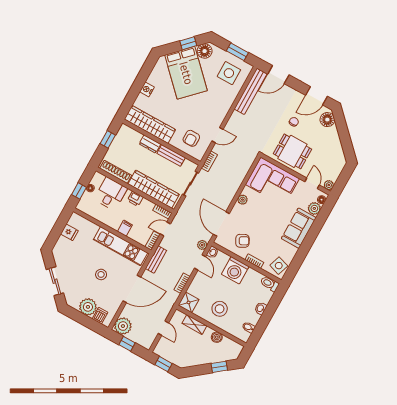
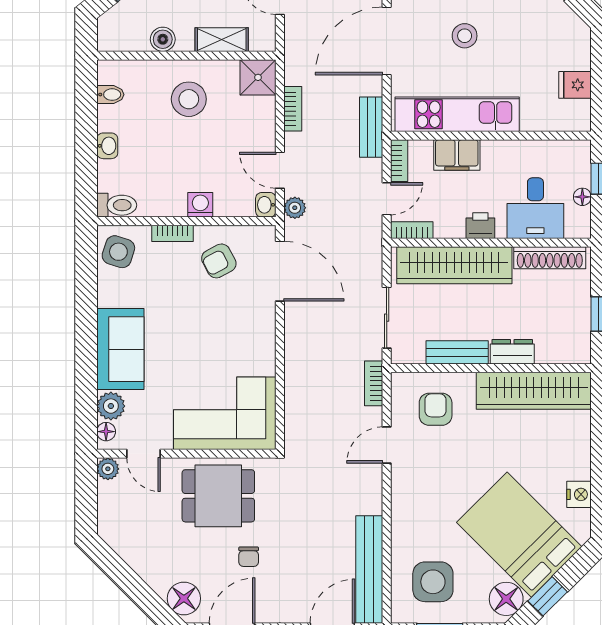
nightstand: (147, 89) -> (579, 494), moved
plant: (242, 200) -> (265, 343), removed
filing cabinet: (125, 228) -> (457, 155), width x2.00
washing machine: (235, 270) -> (200, 205), width x0.53, depth x0.53

